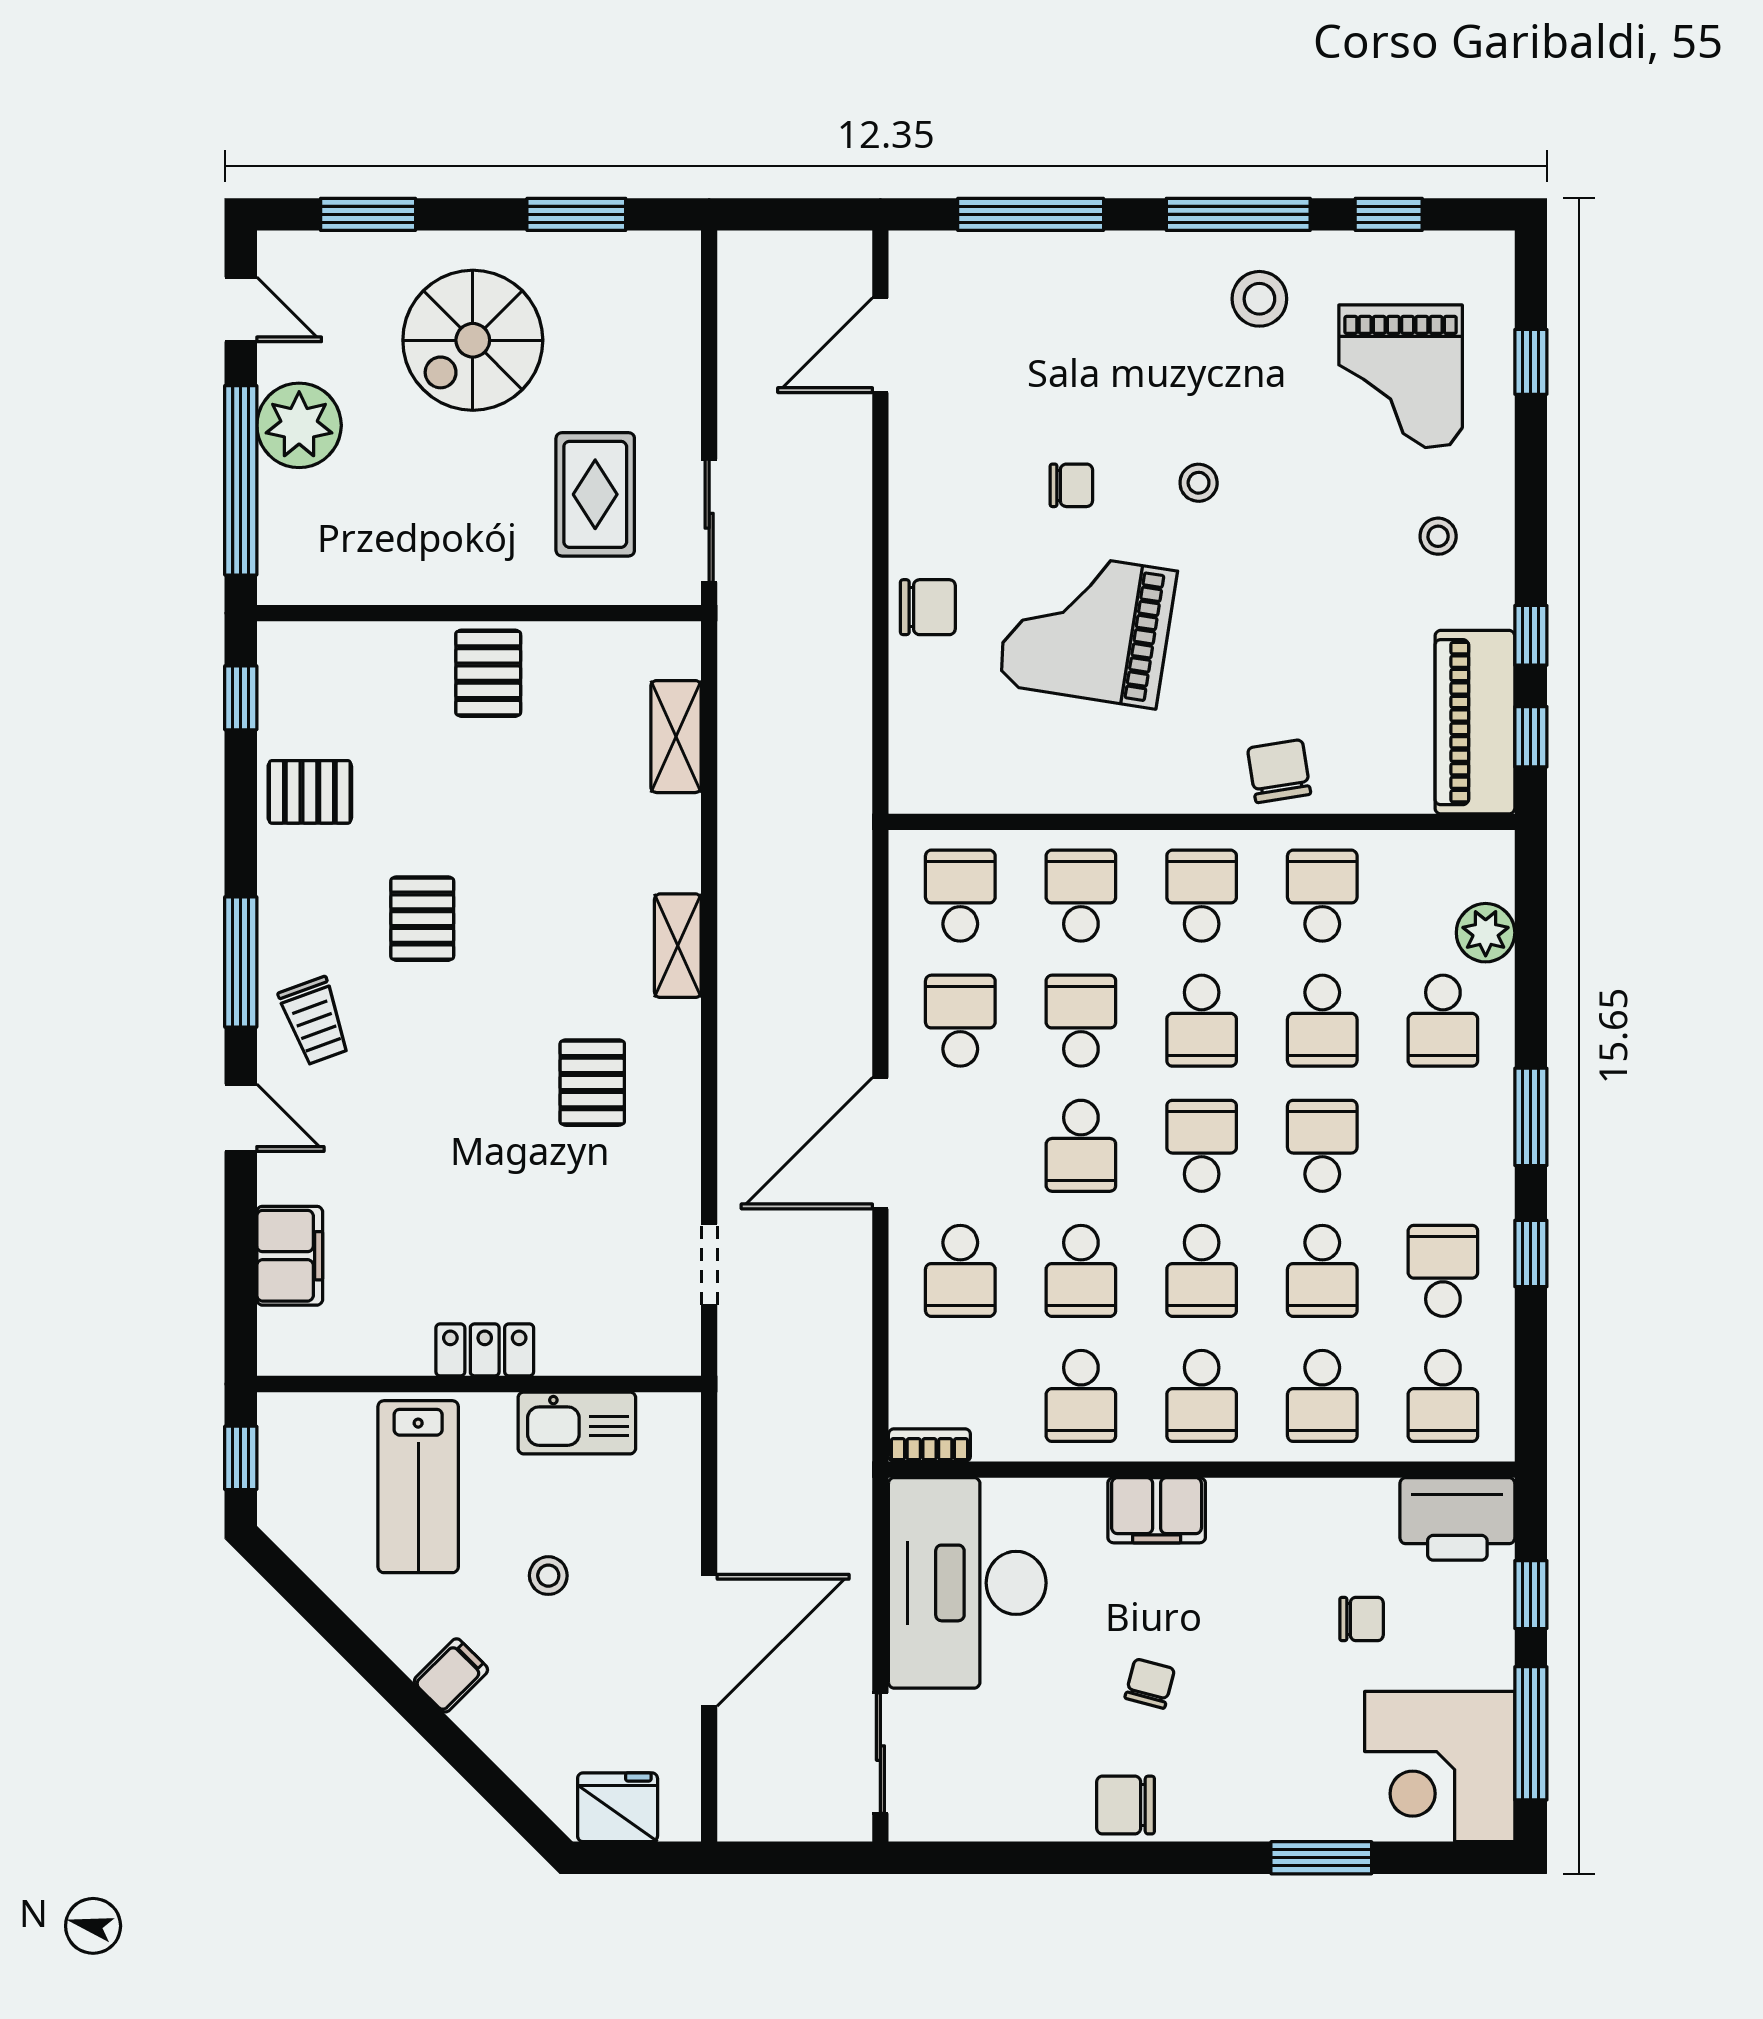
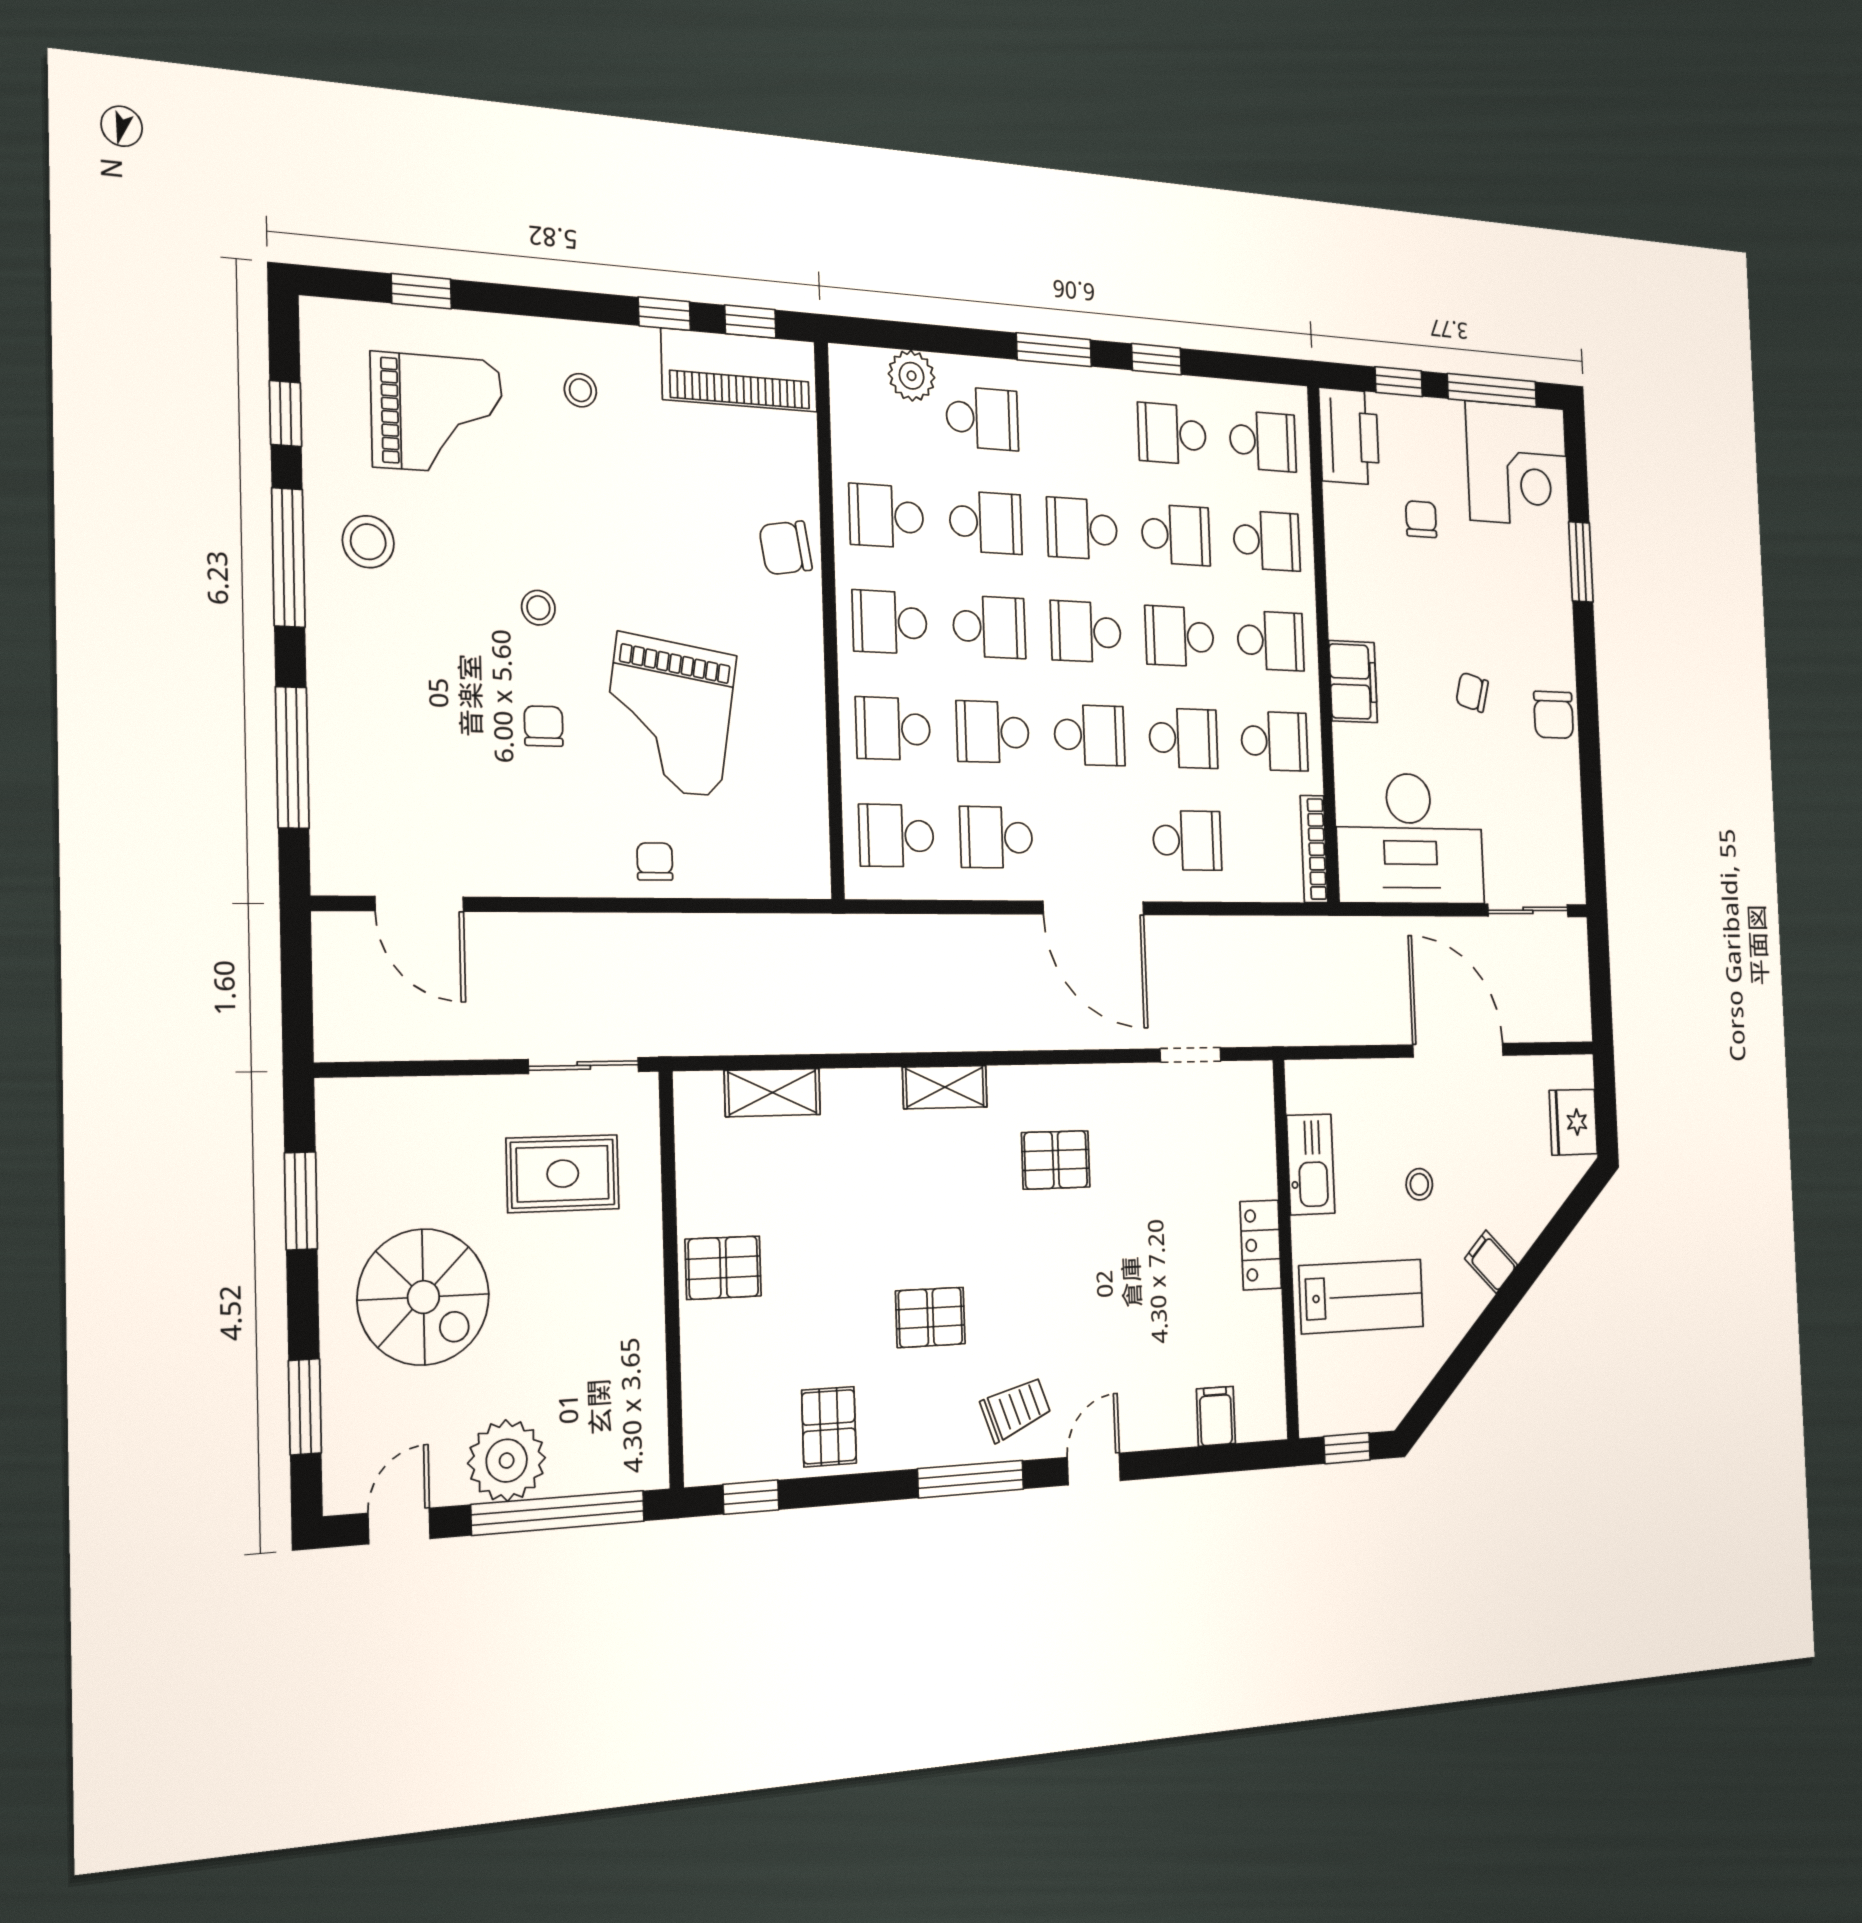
chair: (928, 607) -> (655, 862), width x0.73, depth x0.73
filing cabinet: (290, 1256) -> (1216, 1416), width x0.50
school desk: (1202, 1271) -> (1180, 636), turned 180
bookcase: (929, 1445) -> (1314, 849), width x1.56

